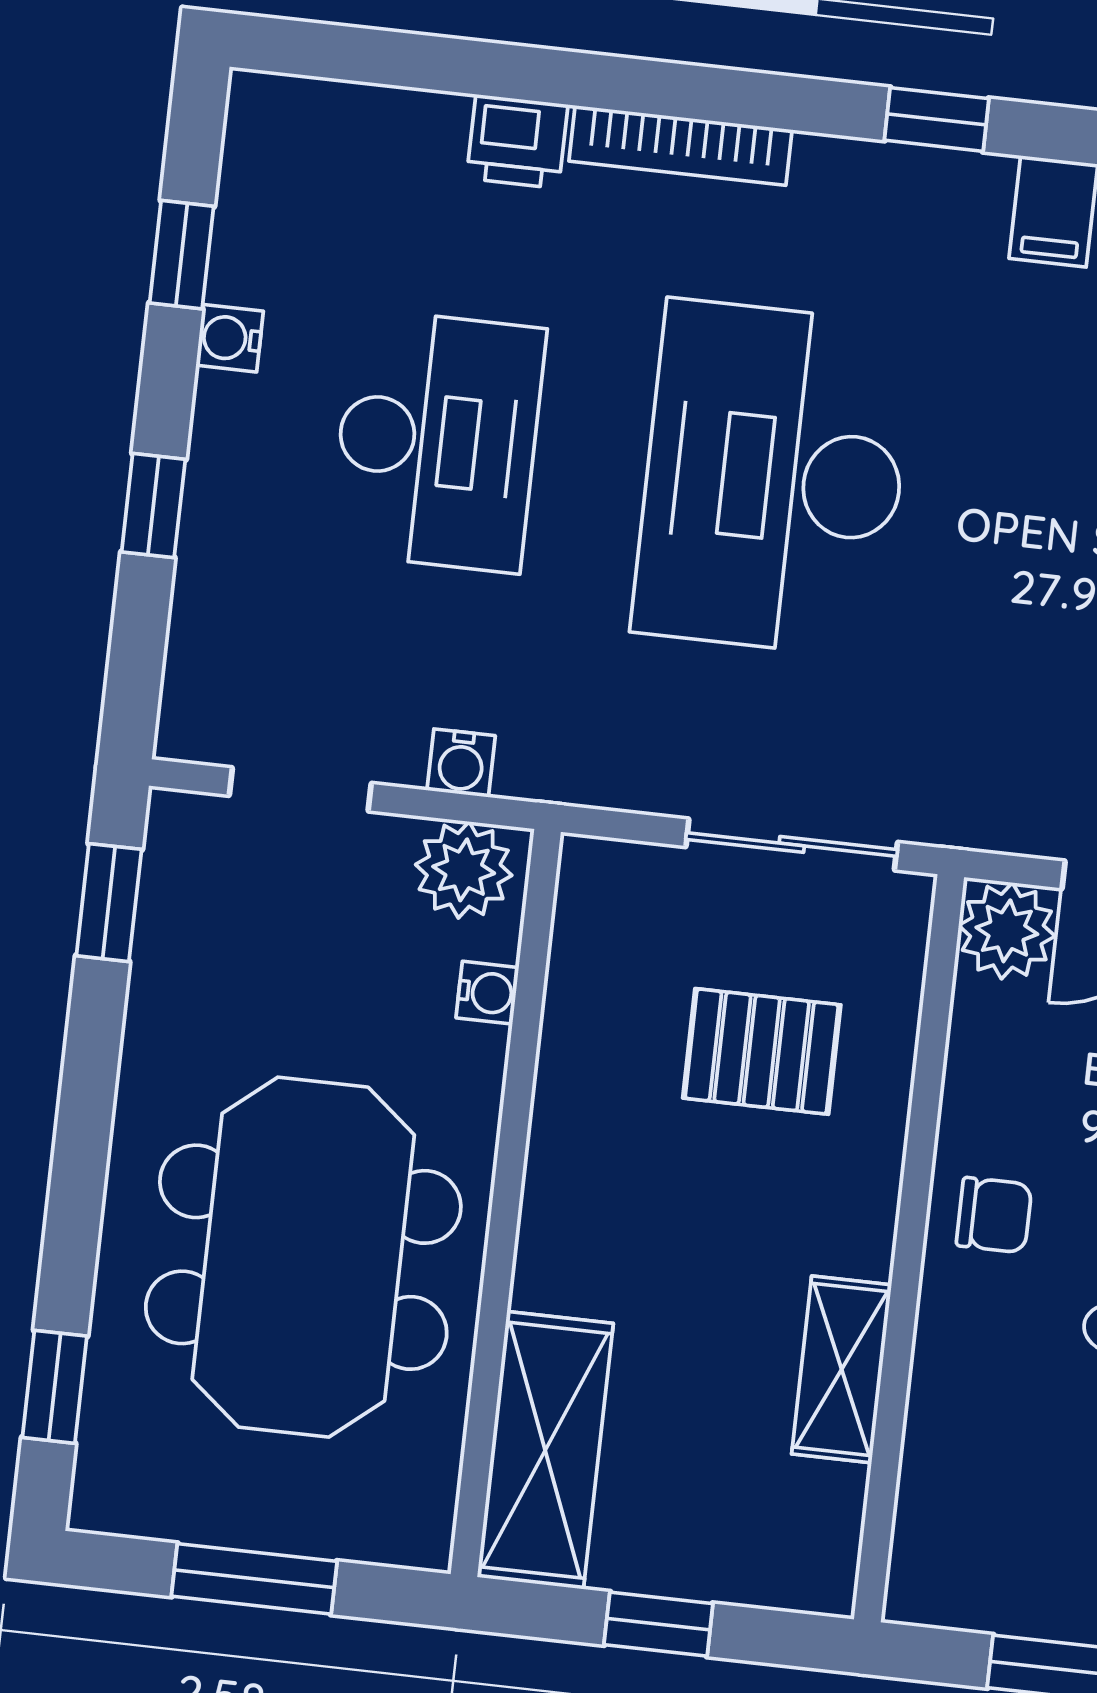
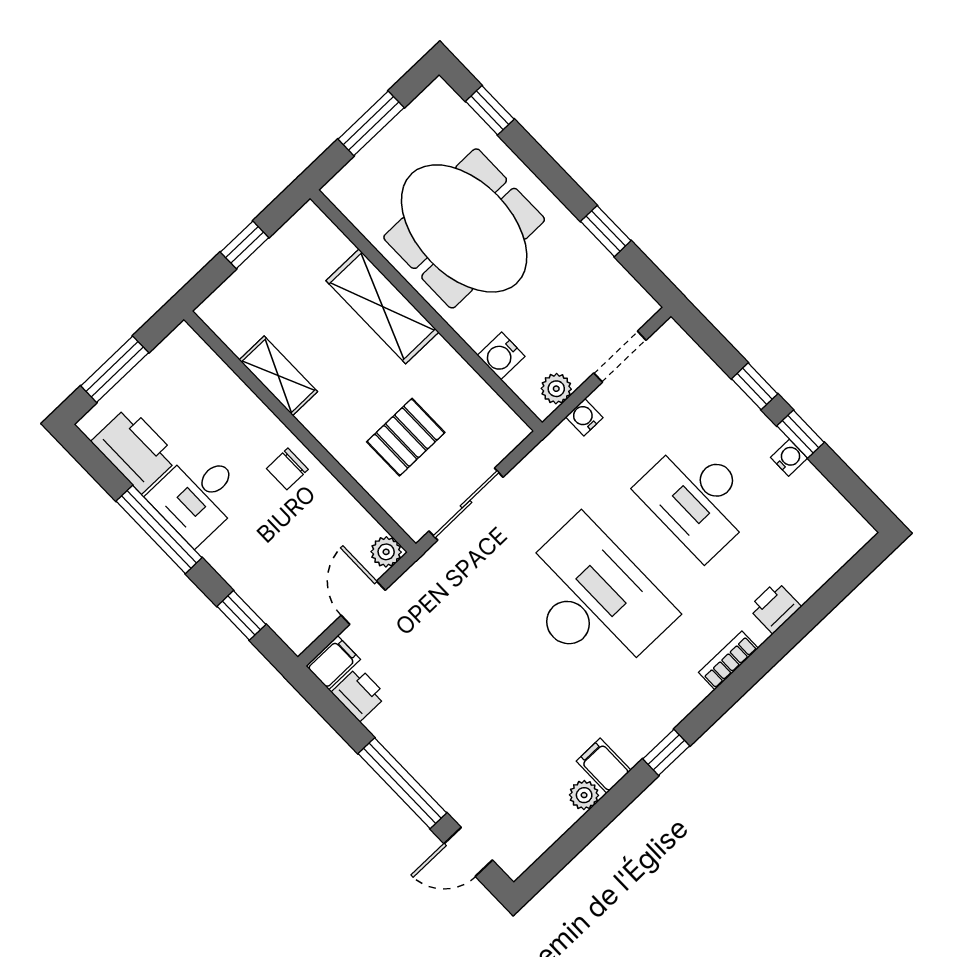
bookcase: (680, 145) -> (728, 660), width x0.64
window: (182, 255) -> (800, 434), moved
plant: (464, 870) -> (556, 389), width x0.73, depth x0.73
window: (109, 903) -> (606, 231), moved
plant: (1007, 931) -> (386, 552), width x0.73, depth x0.73
water cooler: (487, 993) -> (501, 356), width x1.38, depth x1.38
shelving: (545, 1450) -> (382, 306), moved

